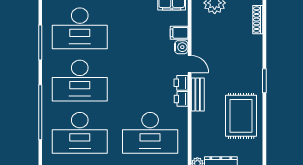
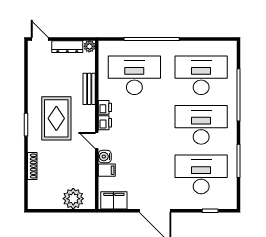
shoe rack: (258, 20) -> (32, 166), moved
bench: (198, 95) -> (89, 89), moved
rug: (241, 116) -> (56, 118), moved

